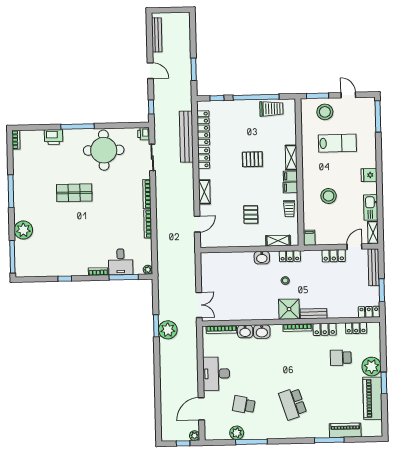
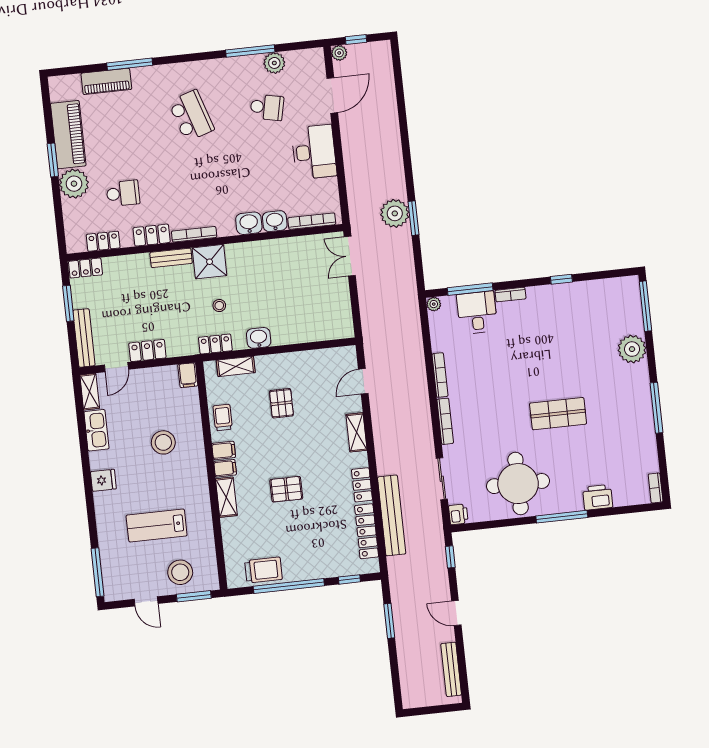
trolley: (271, 109) -> (263, 570), turned 180

